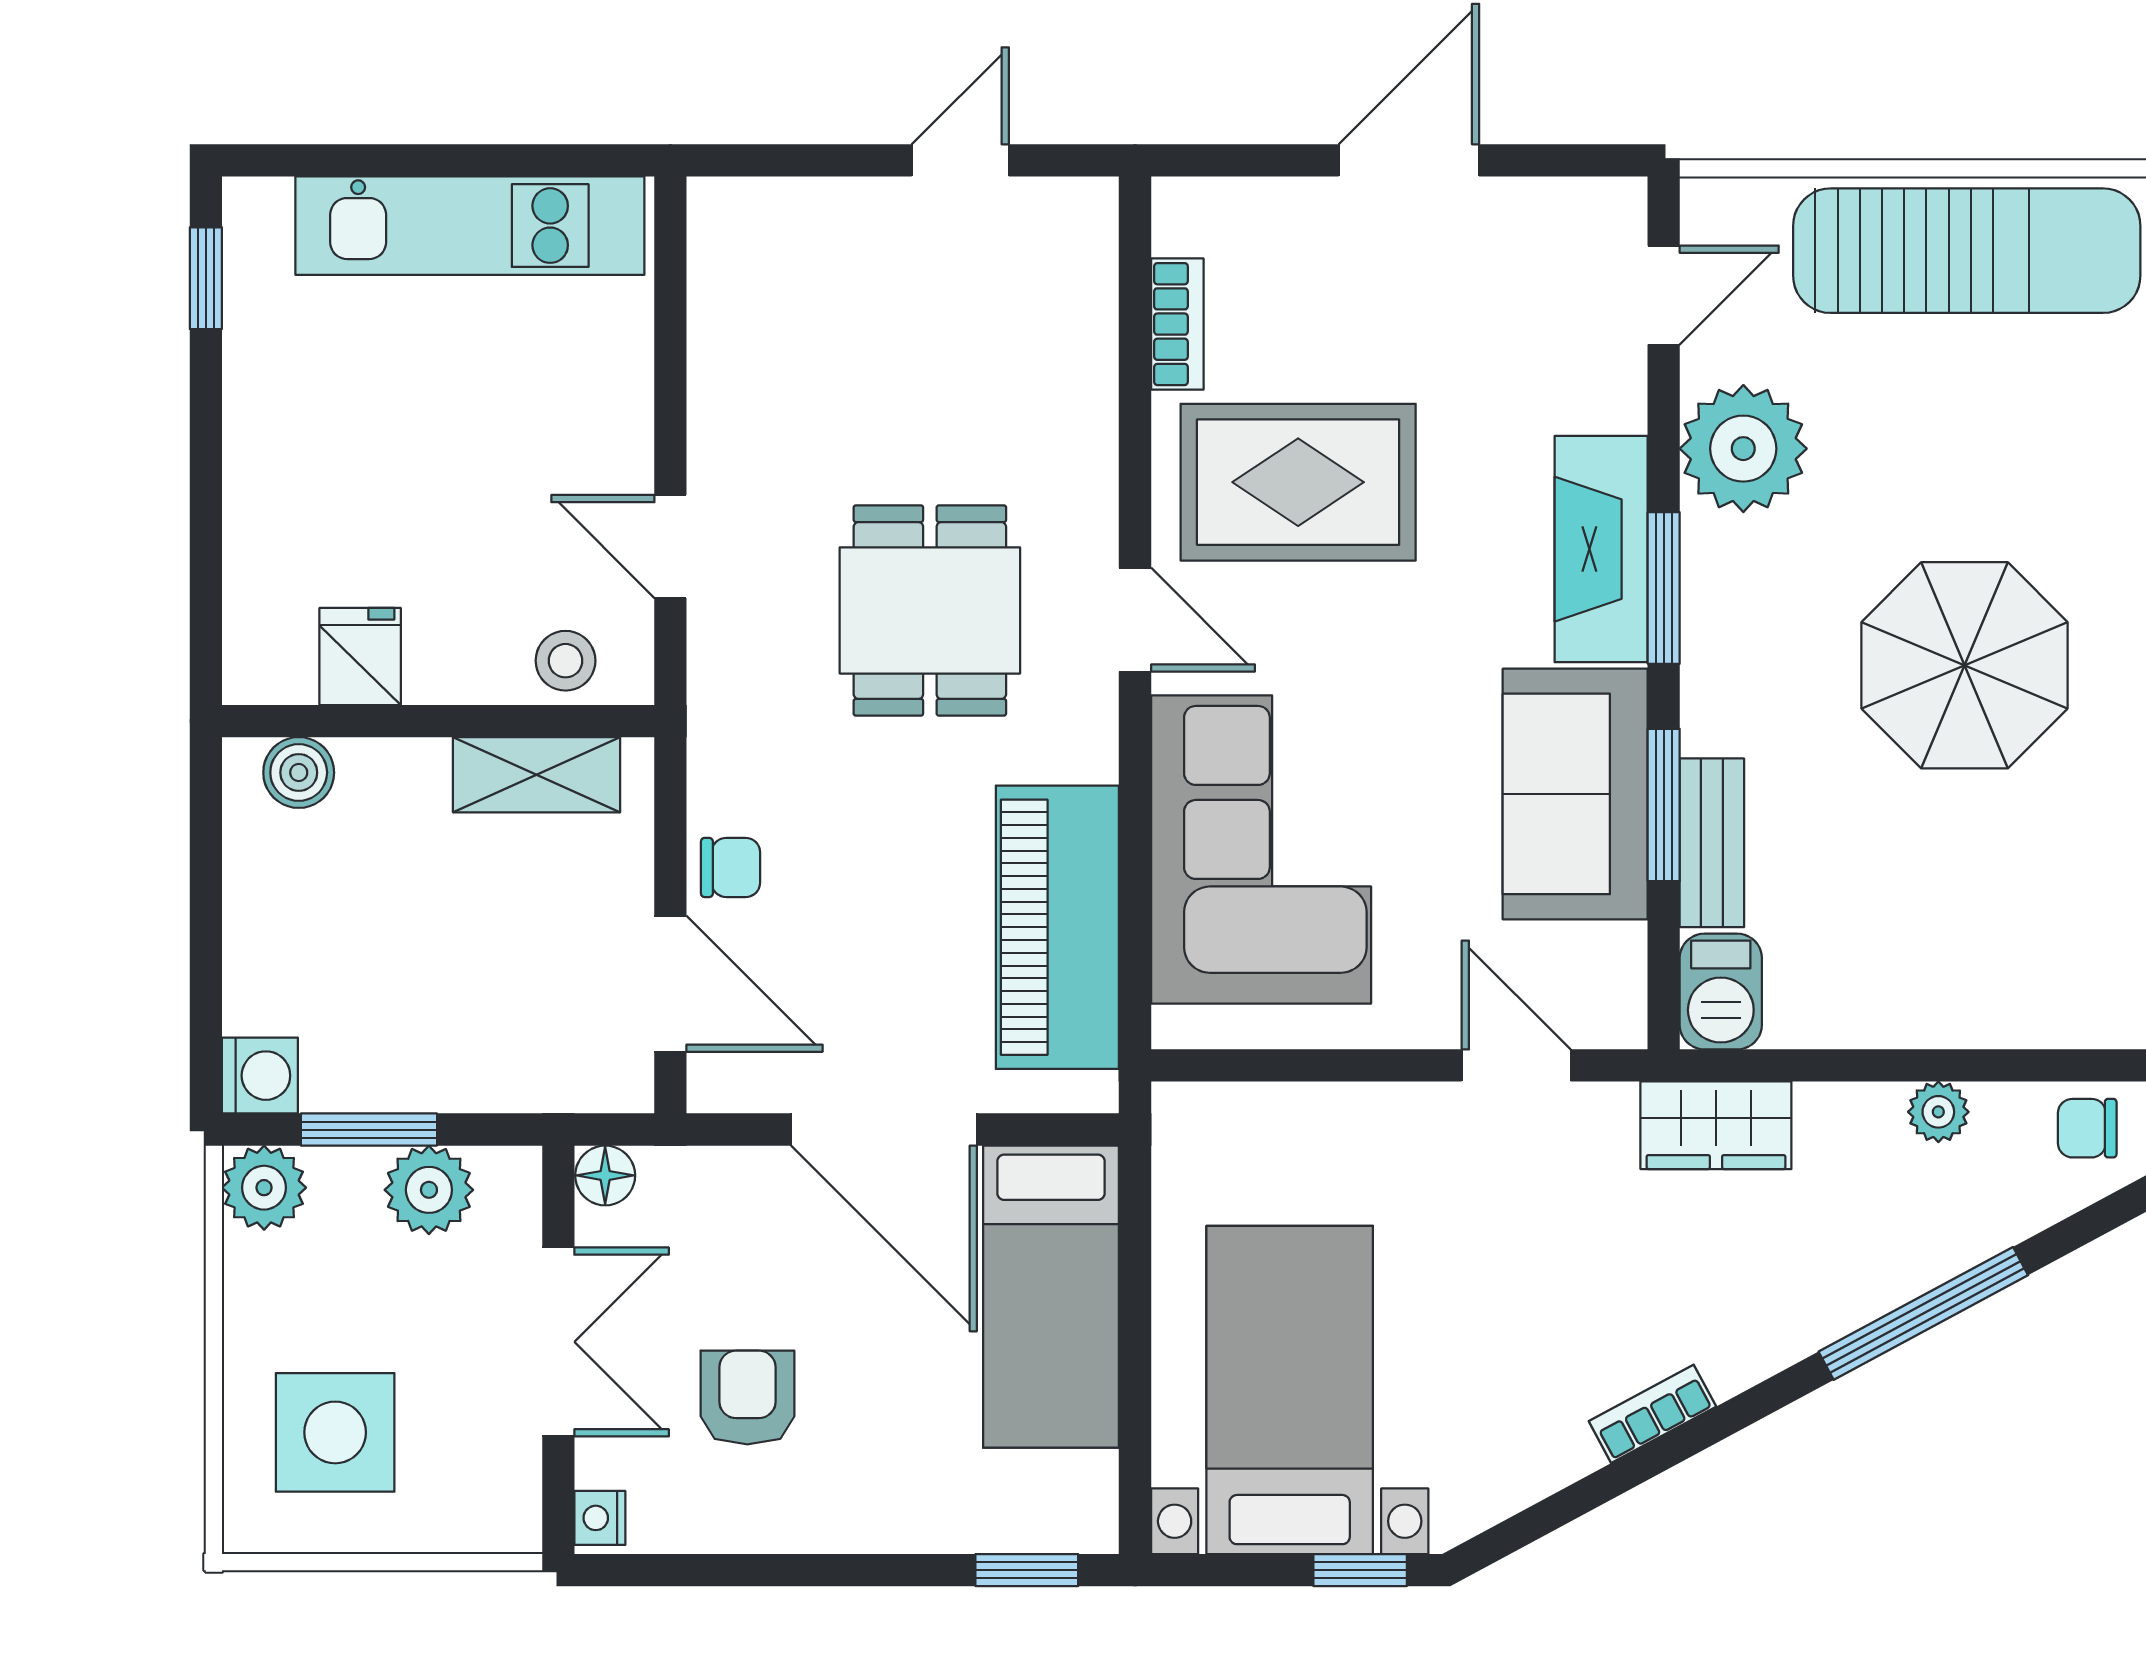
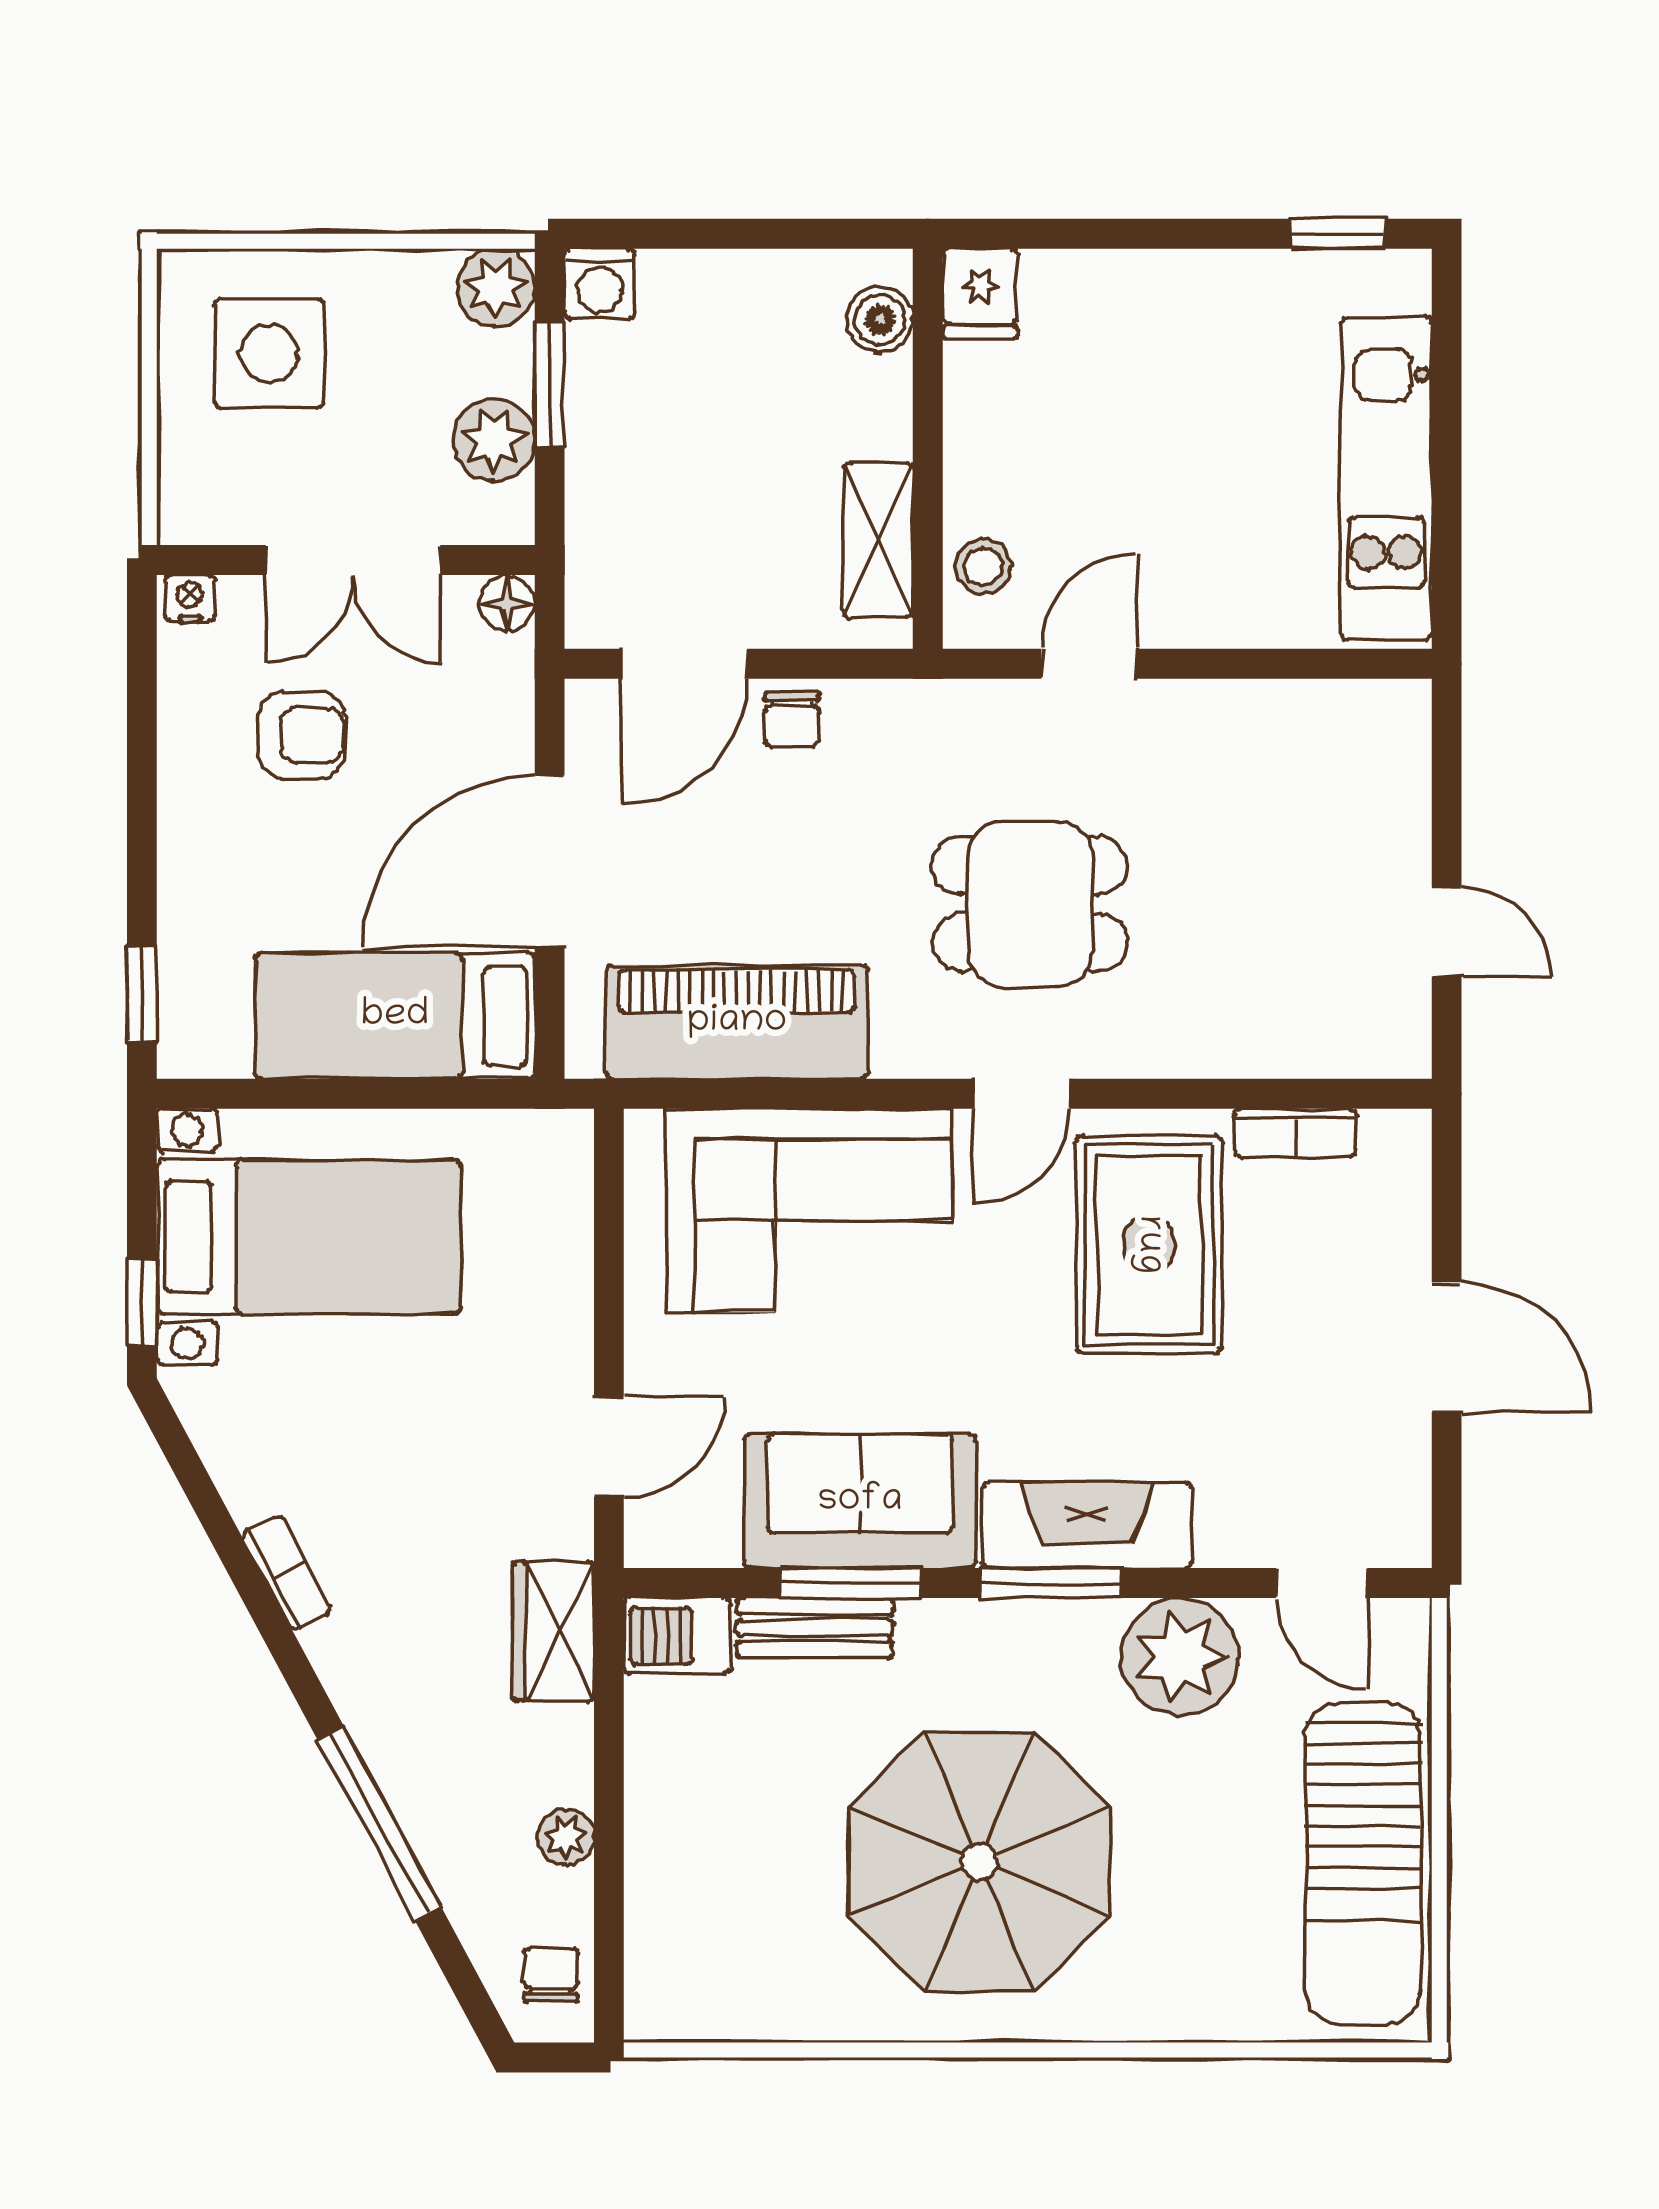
fridge: (360, 656) -> (980, 293), moved, turned 90
parasol: (1964, 665) -> (979, 1861), width x1.36, depth x1.36

